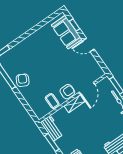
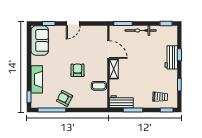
sofa: (67, 32) -> (40, 40), moved, turned -90
fireplace: (22, 47) -> (37, 79), added
armchair: (67, 92) -> (78, 70), moved

